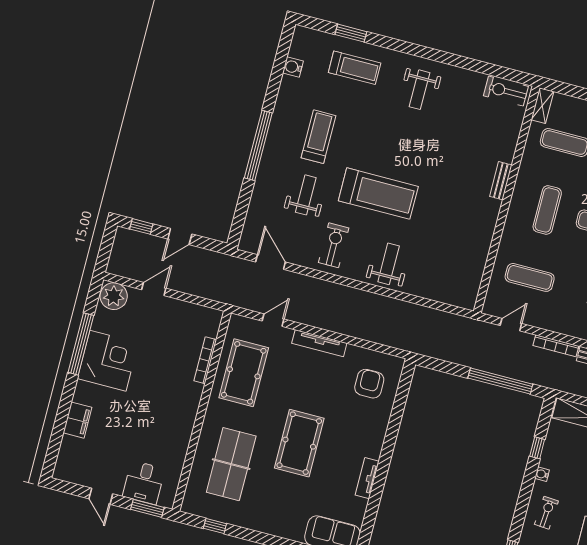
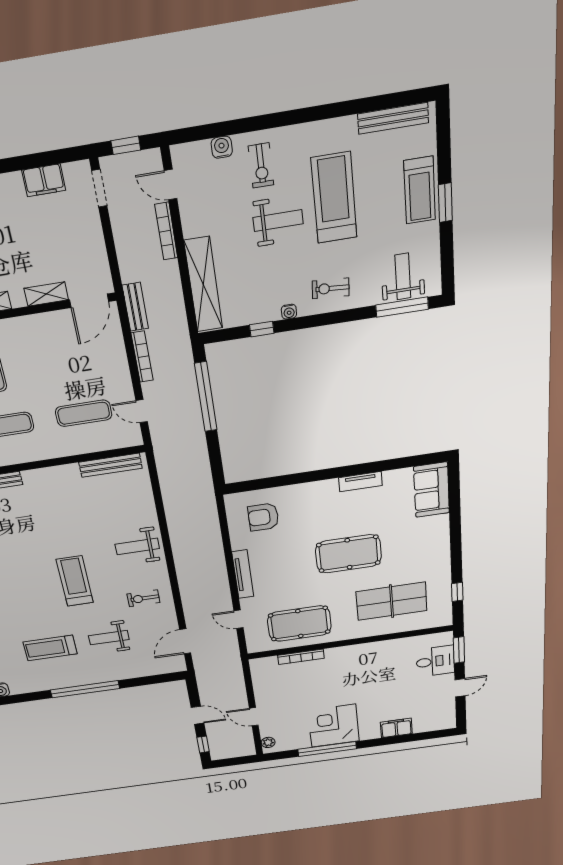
treadmill: (378, 194) -> (75, 581), width x0.73, depth x0.73
exercise bike: (334, 245) -> (143, 598), width x0.73, depth x0.72
bench: (475, 277) -> (110, 465), added
exercise mat: (530, 277) -> (84, 413), turned 90
plant: (114, 296) -> (268, 742), width x0.53, depth x0.53

